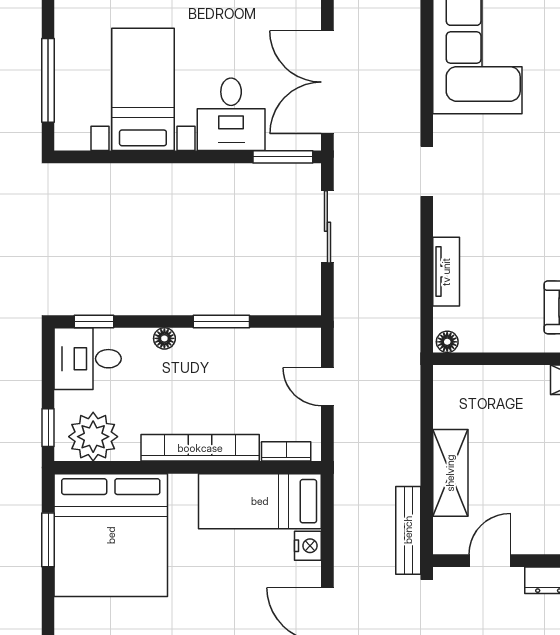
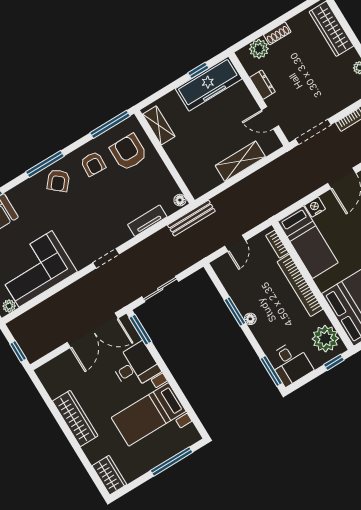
window: (94, 322) -> (271, 371), width x1.50
floor lamp: (164, 338) -> (250, 319), moved
bench: (408, 530) -> (191, 218), moved

